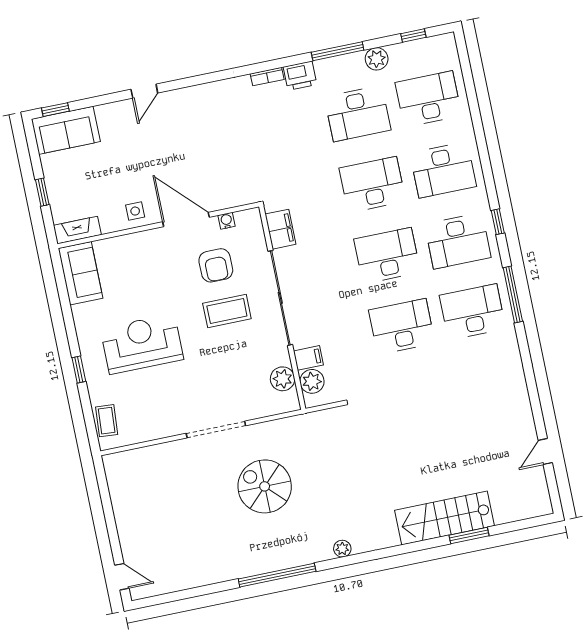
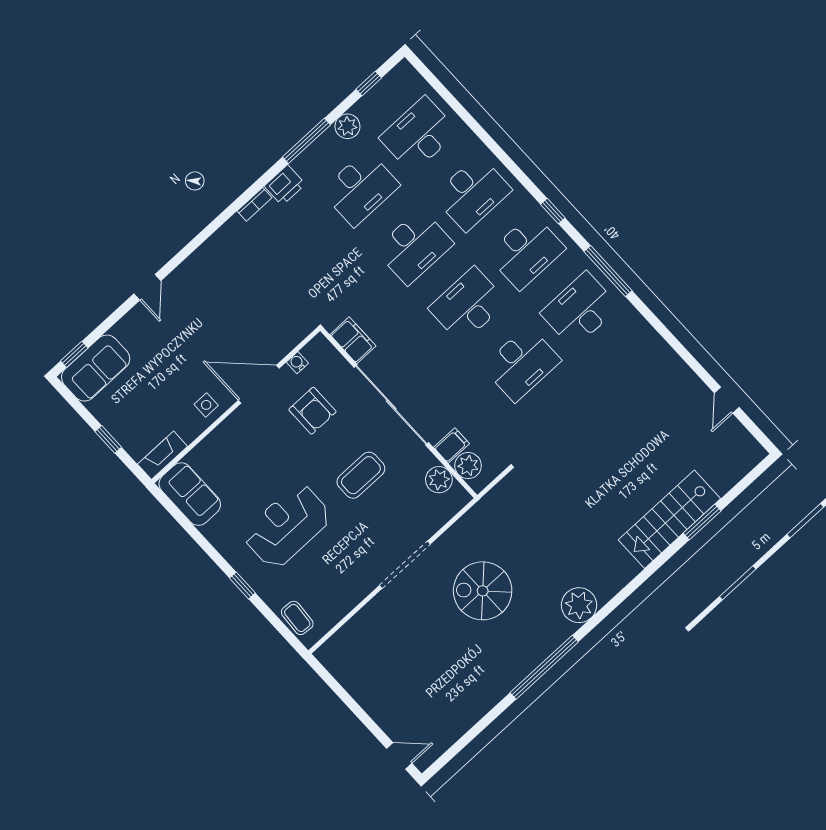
desk: (372, 185) -> (414, 247), turned 180
coffee table: (227, 311) -> (361, 475), moved
desk: (402, 327) -> (522, 364), turned 180
plant: (342, 549) -> (579, 605), width x1.87, depth x1.87

